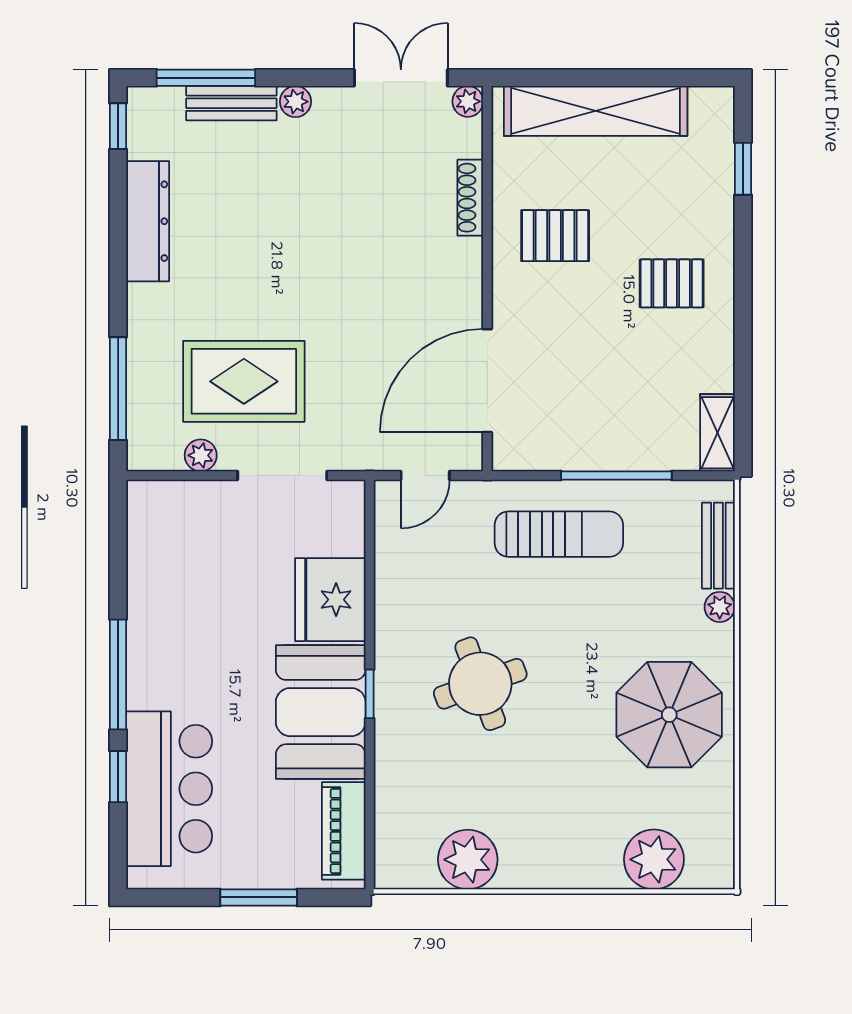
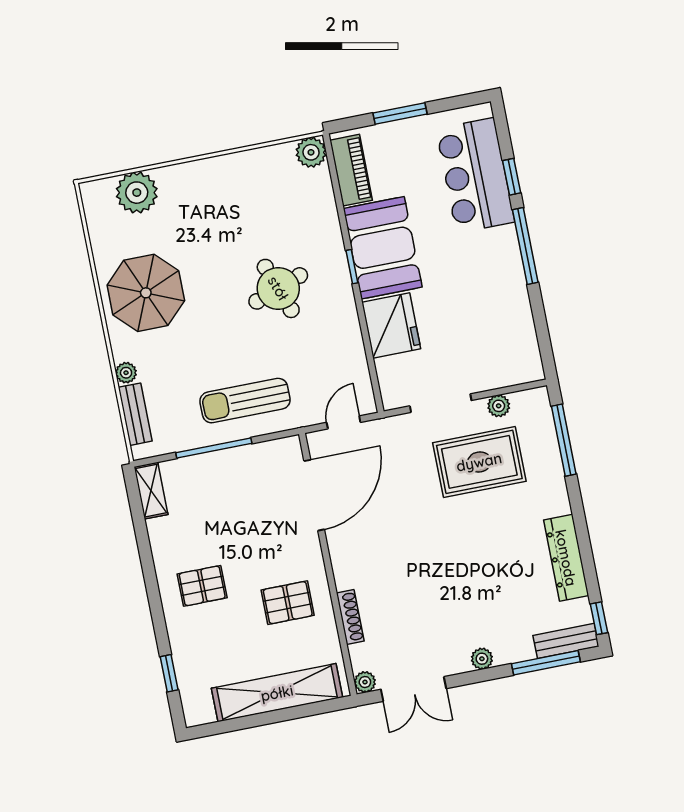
bench: (231, 103) -> (566, 641), moved
plant: (468, 860) -> (311, 152), moved, width x0.73, depth x0.73

